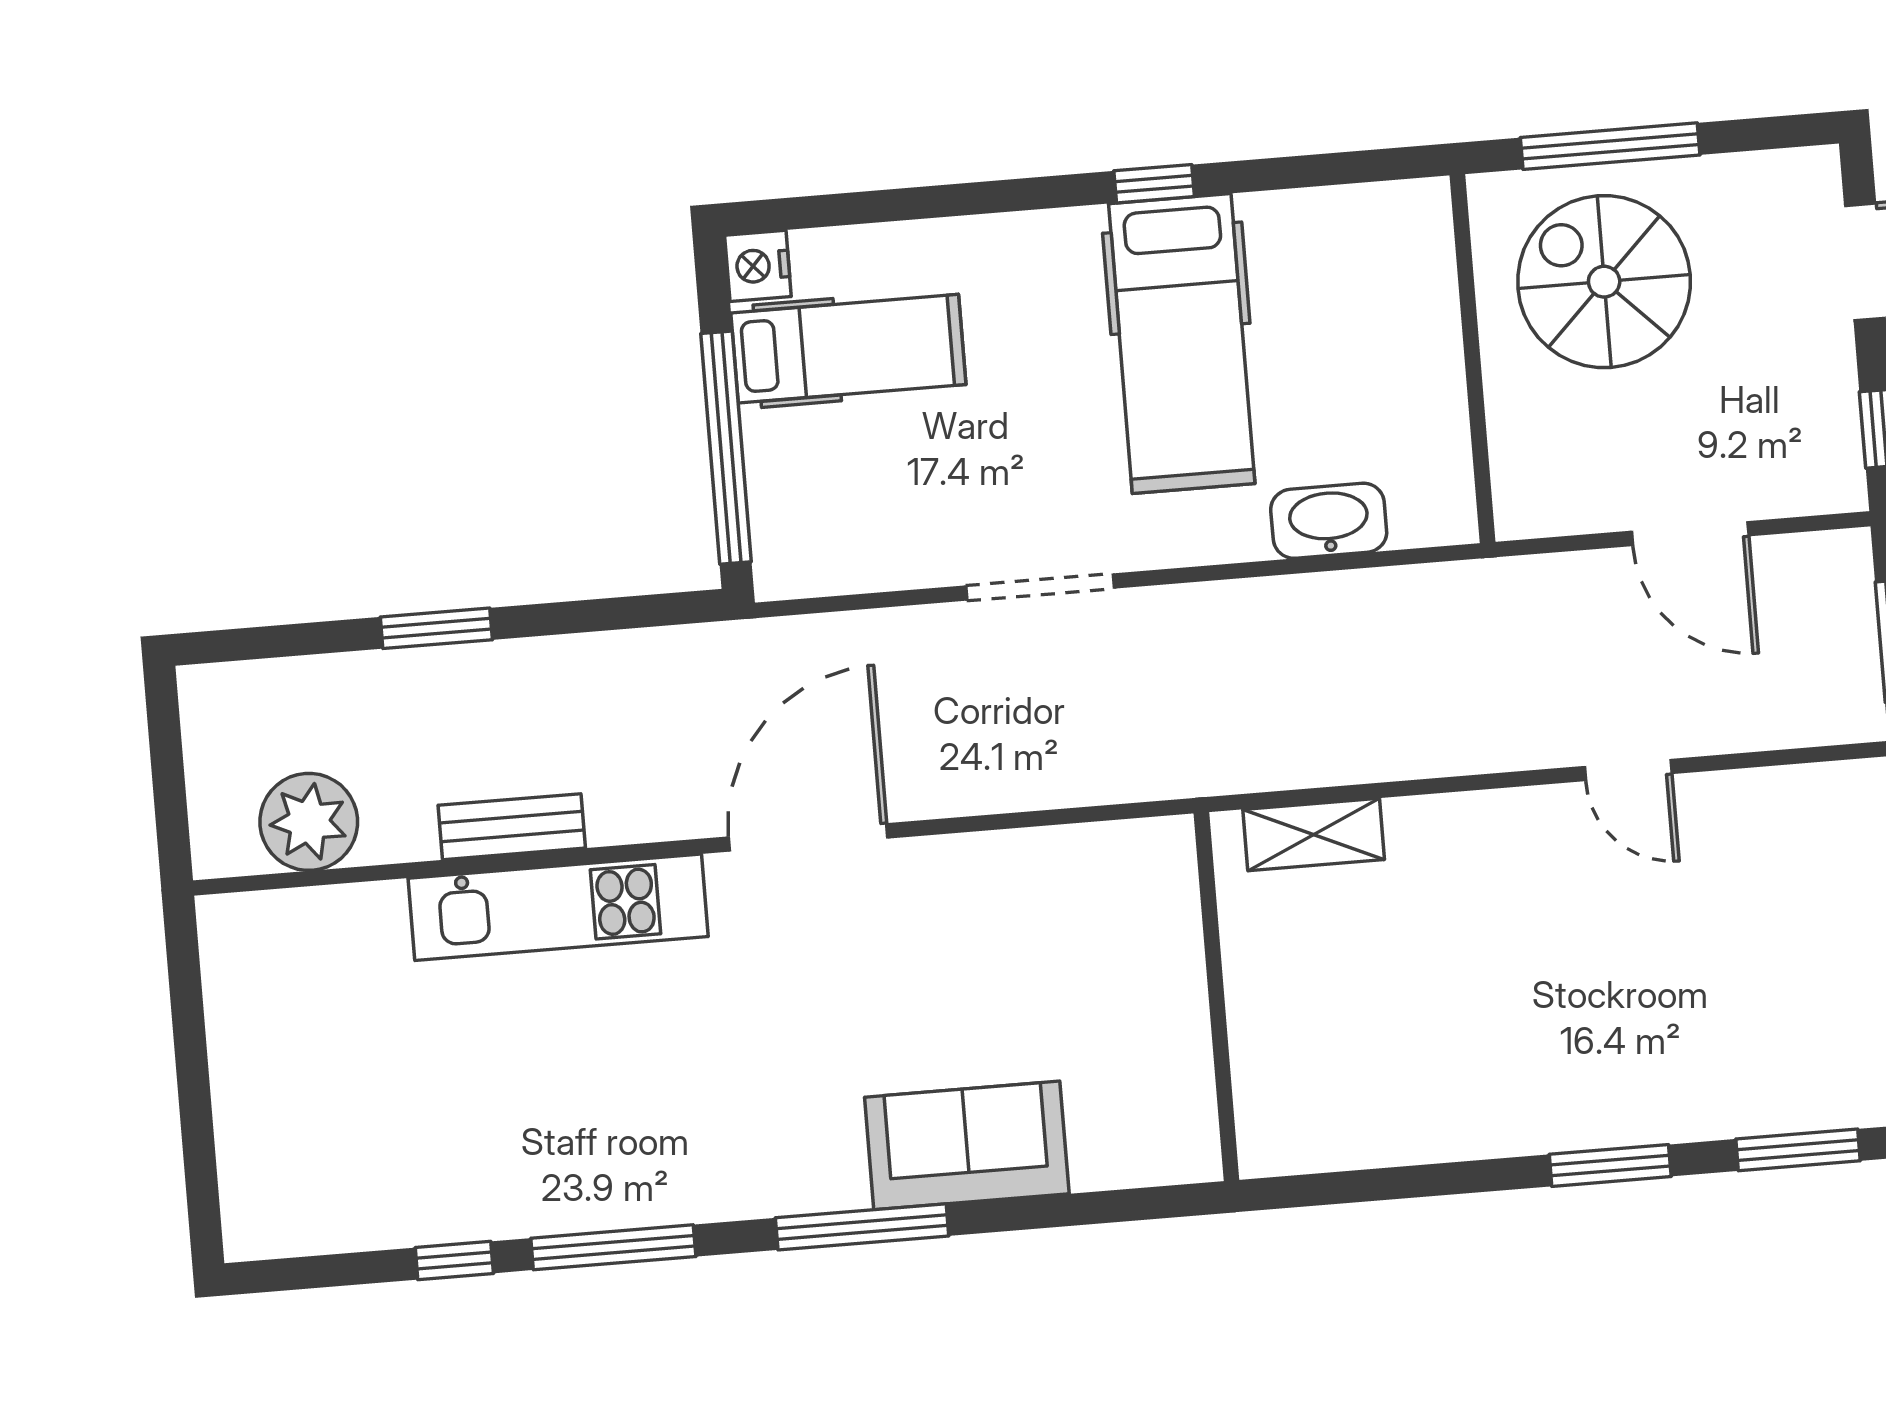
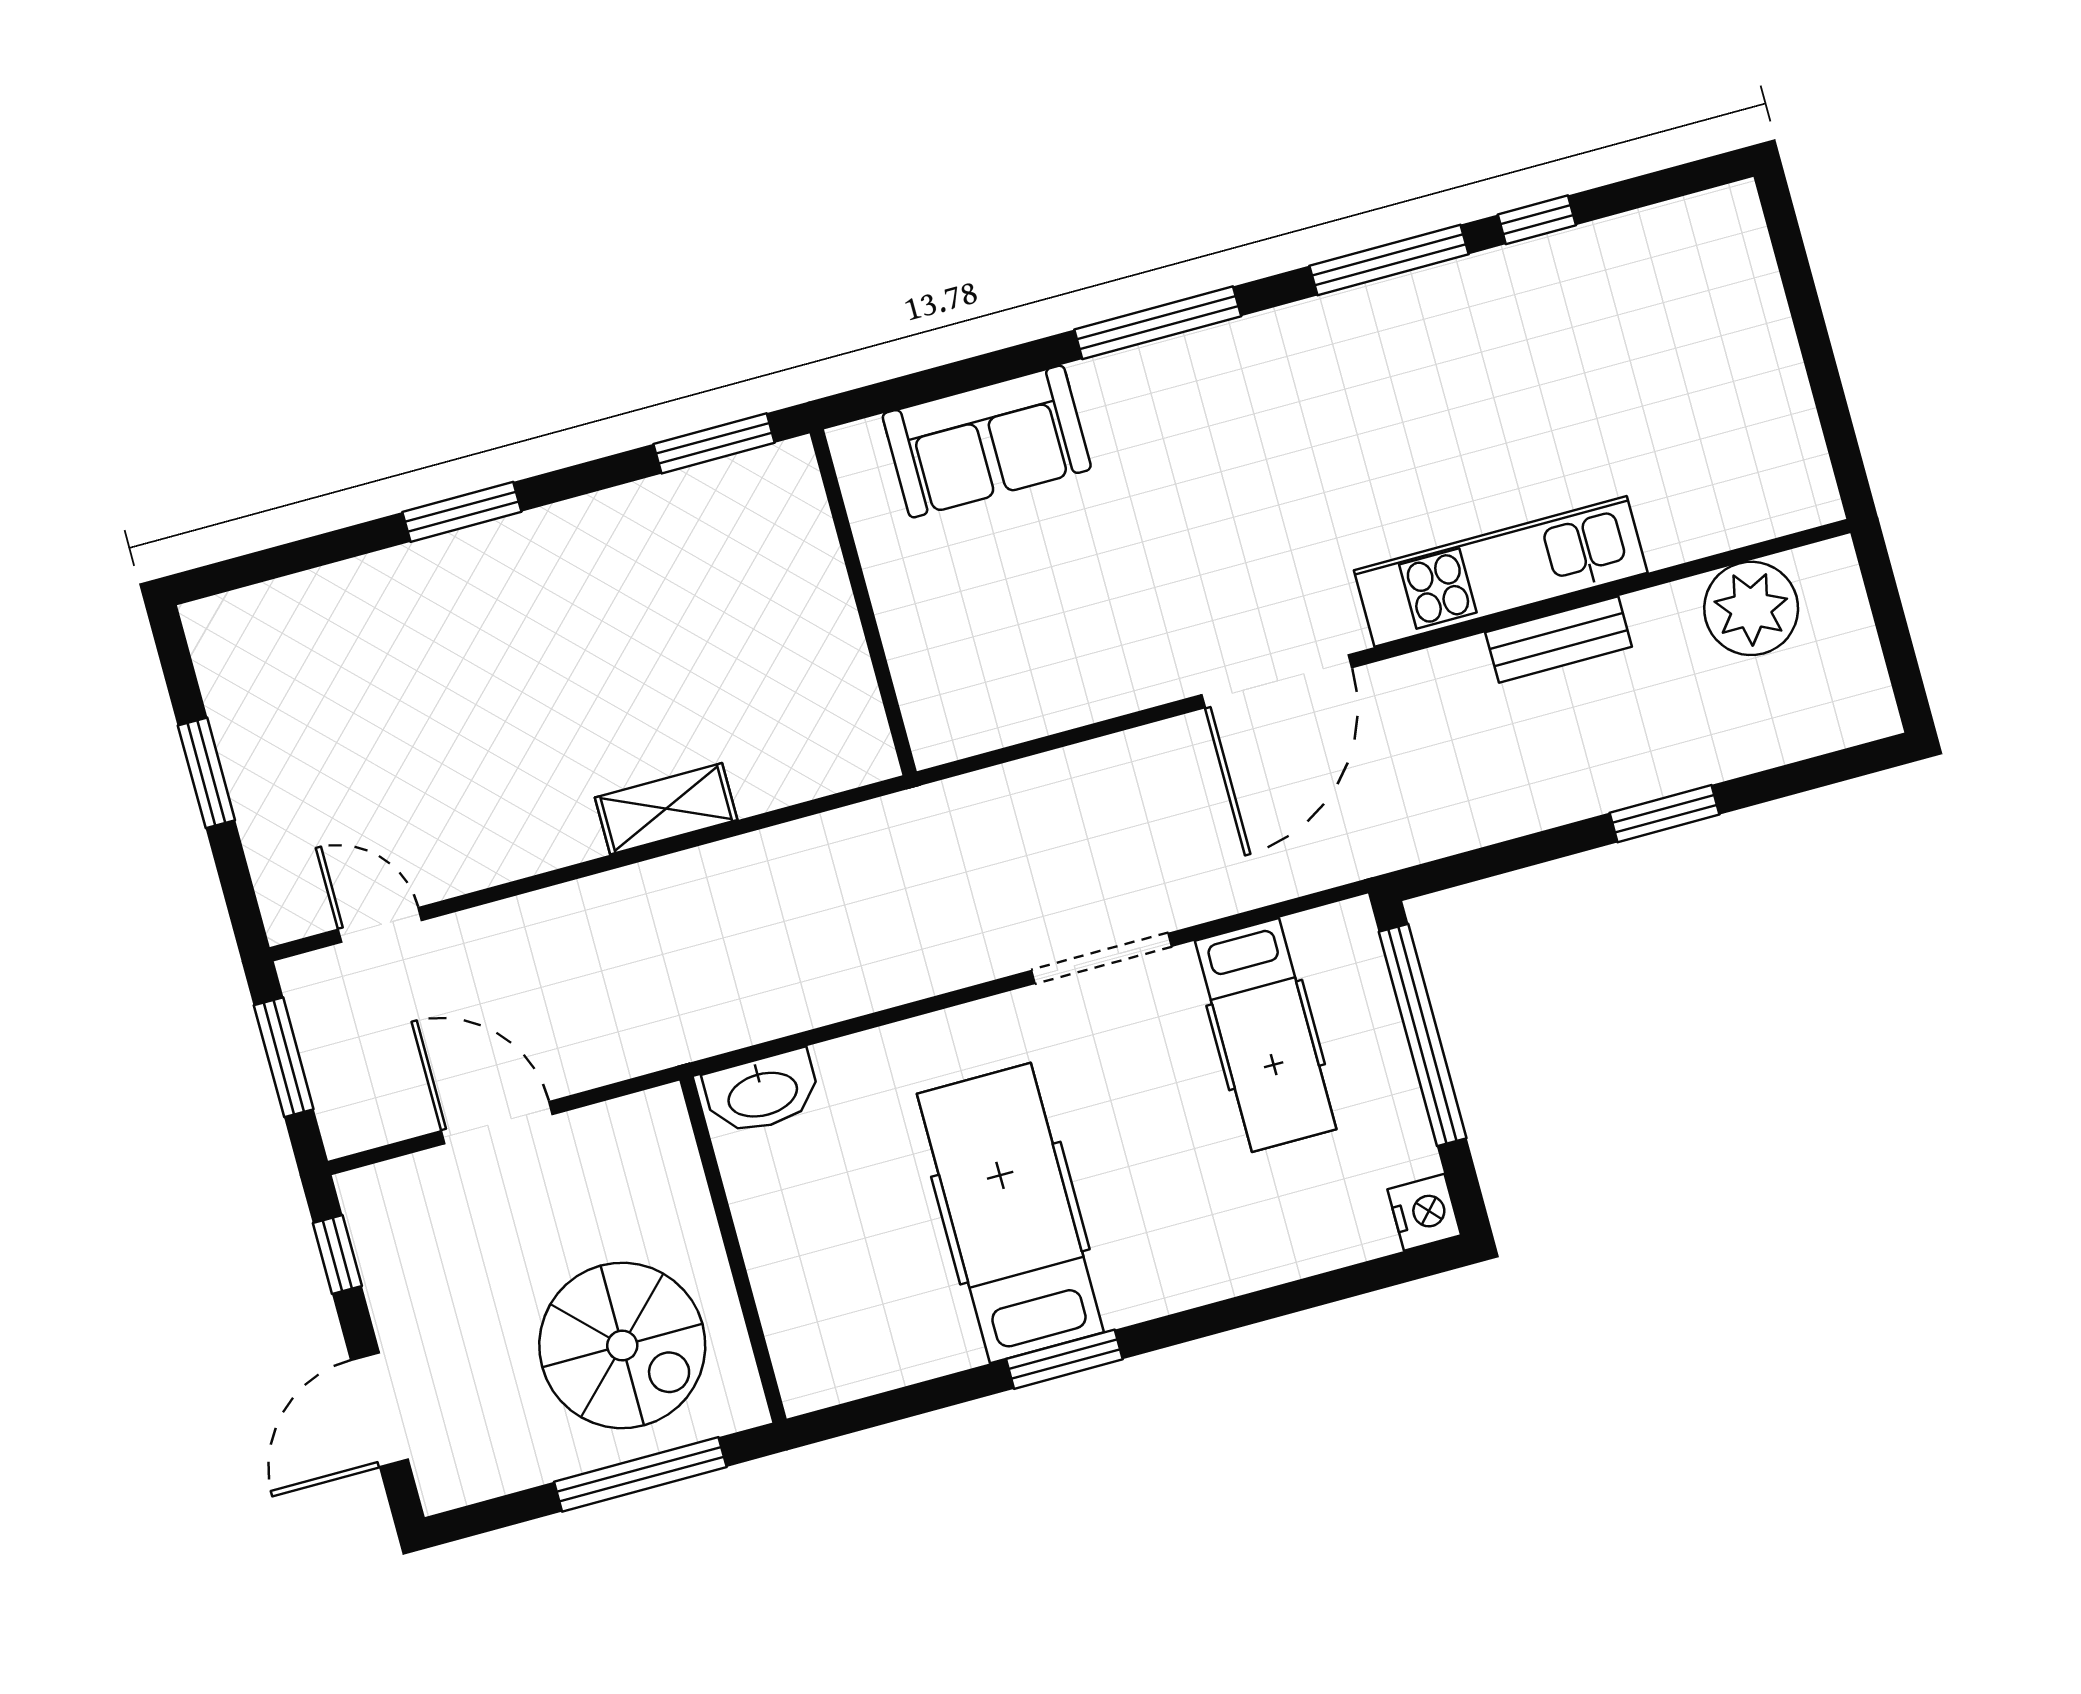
window: (1154, 184) -> (1064, 1359), width x1.50
hospital bed: (848, 349) -> (1266, 1035), moved, turned -90
washbasin: (1329, 521) -> (762, 1093), moved
door: (1628, 770) -> (380, 925), moved
shelving: (1314, 835) -> (666, 809), moved
sofa: (967, 1145) -> (987, 442), moved
window: (1798, 1150) -> (714, 443), moved

